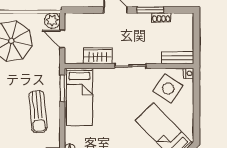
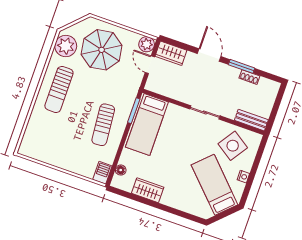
wardrobe: (98, 56) -> (171, 53), moved, turned 180
nightstand: (189, 73) -> (243, 177), moved

